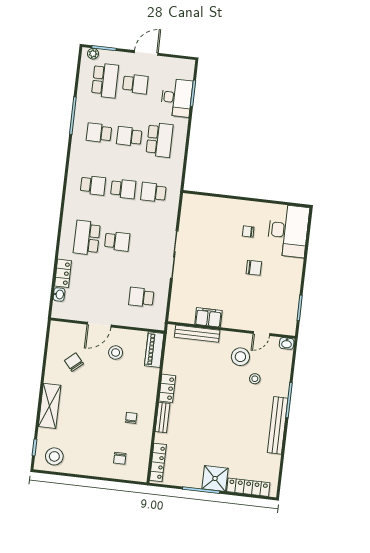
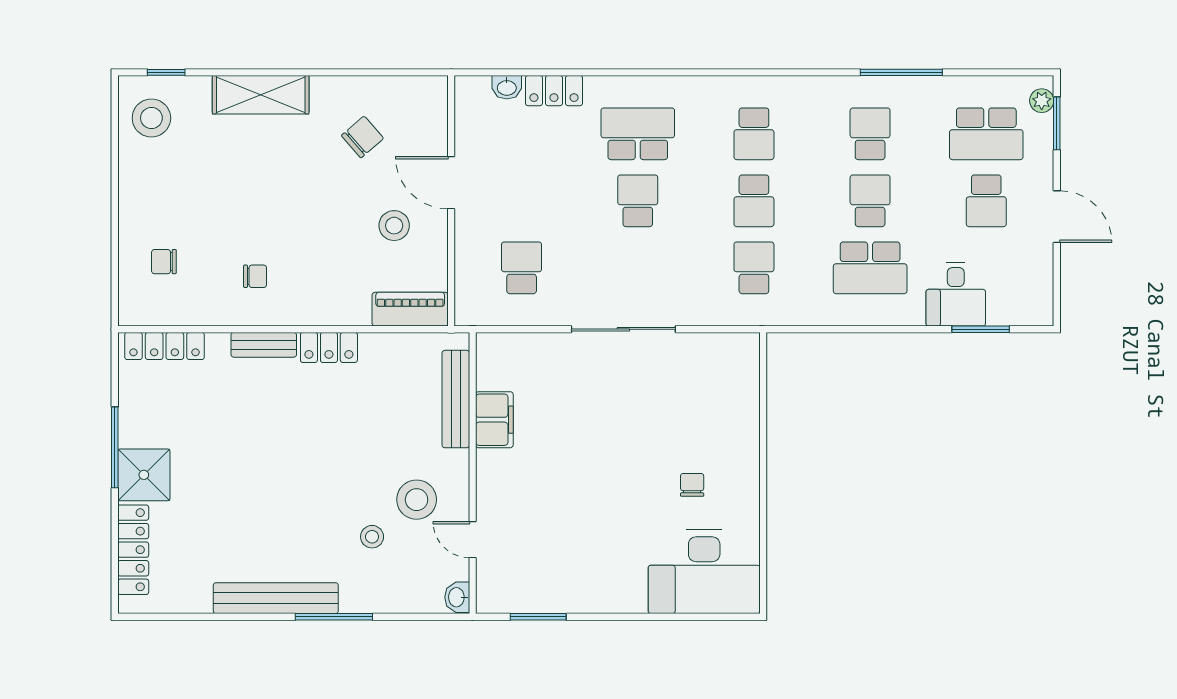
desk: (176, 98) -> (956, 294), width x0.73
school desk: (117, 241) -> (638, 201), turned 180
chair: (254, 268) -> (614, 506), removed

